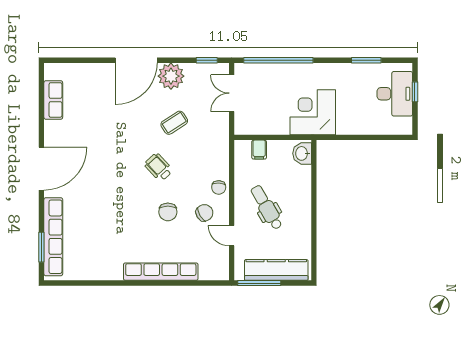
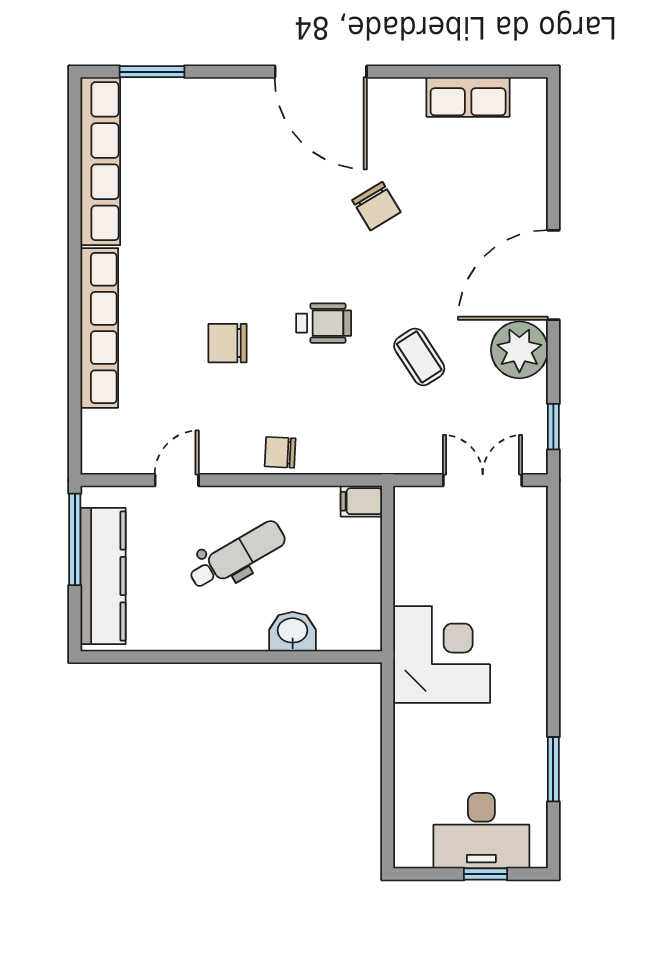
door: (136, 60) -> (553, 275), hinge flipped
window: (278, 60) -> (553, 581), removed
filing cabinet: (259, 150) -> (361, 501), moved
washbasin: (302, 153) -> (293, 632), moved
wheelchair: (159, 167) -> (324, 323), turned 43
chair: (204, 213) -> (376, 206), moved
row of seats: (53, 237) -> (100, 161), moved, turned -90

